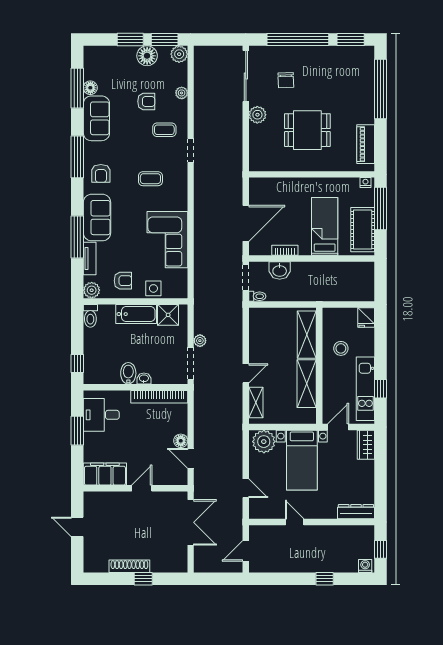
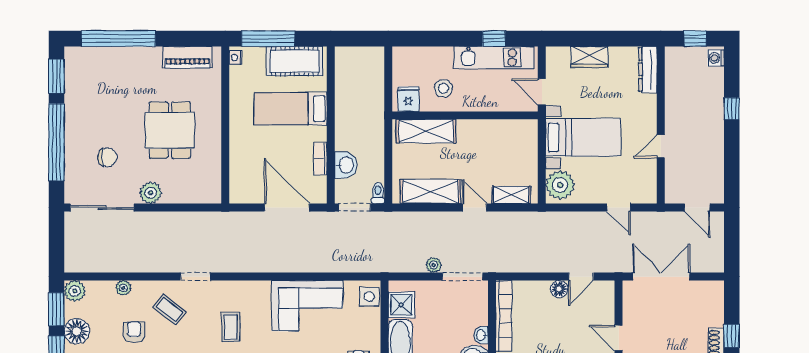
coffee table: (164, 130) -> (169, 310), turned -52
side table: (153, 288) -> (369, 297), moved
fridge: (366, 317) -> (408, 99), moved, turned -90
shelving: (307, 384) -> (430, 192), moved
wardrobe: (366, 445) -> (589, 57), moved
door: (246, 488) -> (619, 207), swing flipped

